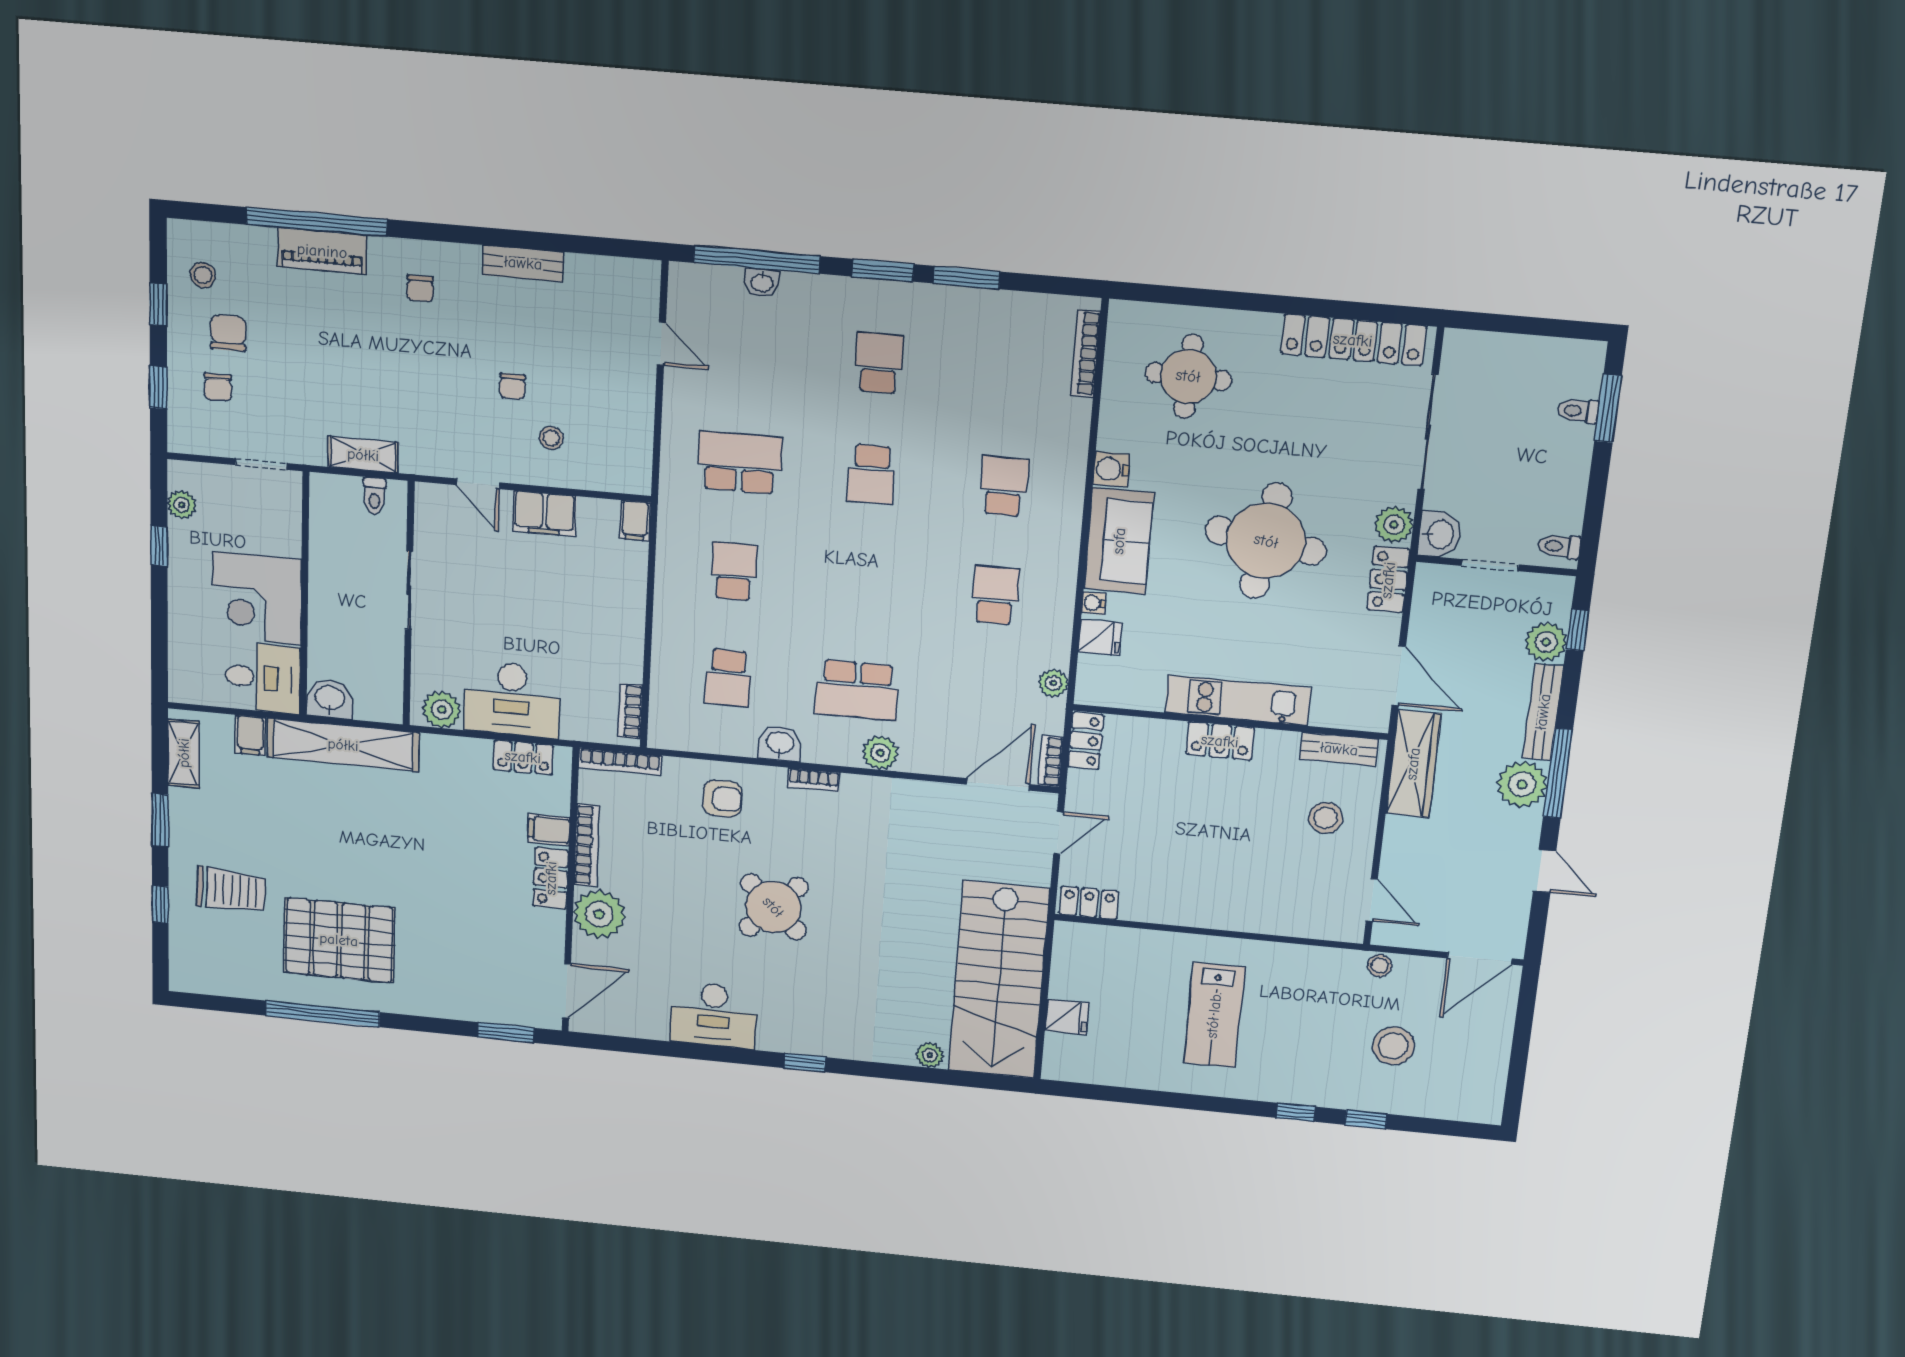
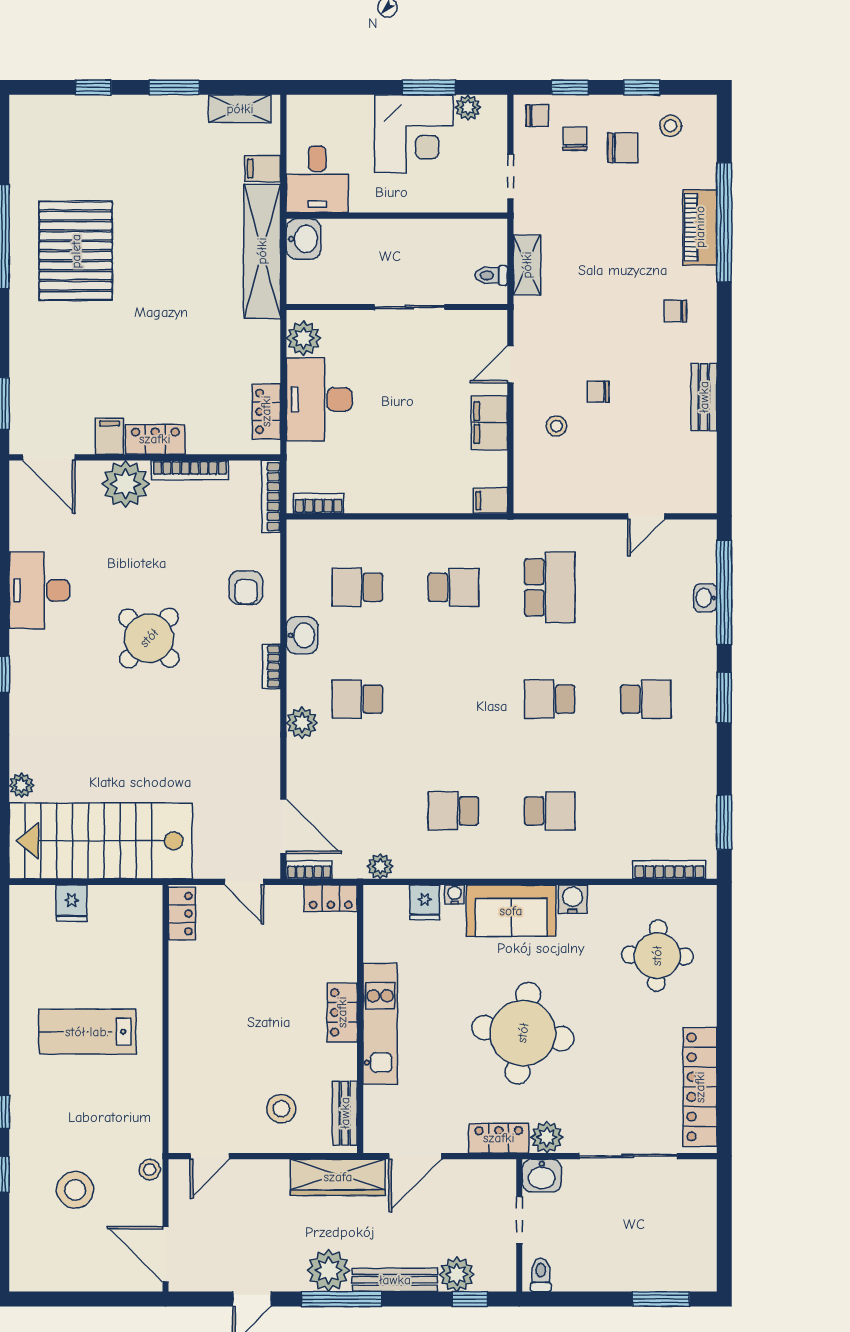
window: (967, 277) -> (724, 822), moved
chair: (218, 387) -> (575, 139), turned 90
toilet: (1578, 411) -> (657, 1275), removed
chair: (191, 427) -> (537, 116), added
window: (159, 546) -> (429, 87), width x1.50
school desk: (995, 595) -> (454, 811), turned 180
corner desk: (257, 598) -> (414, 134), moved, turned 180
school desk: (857, 690) -> (357, 699), width x0.54
filing cabinet: (549, 830) -> (110, 436), moved
trolley: (231, 890) -> (114, 152), removed

